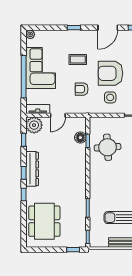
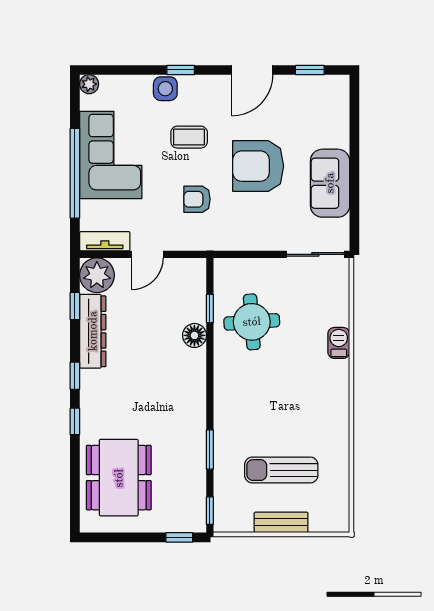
side table: (110, 97) -> (165, 89), moved
floor lamp: (80, 138) -> (194, 335), moved
dresser: (32, 169) -> (93, 331), moved

